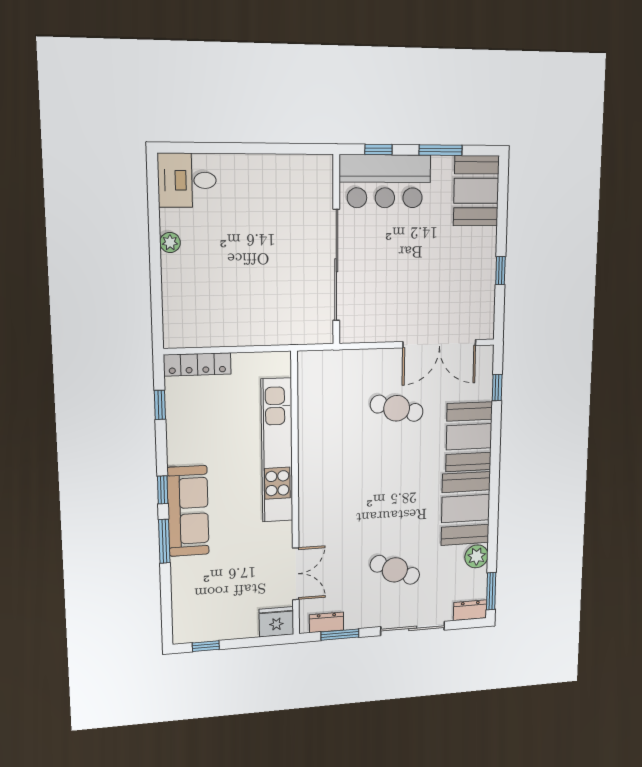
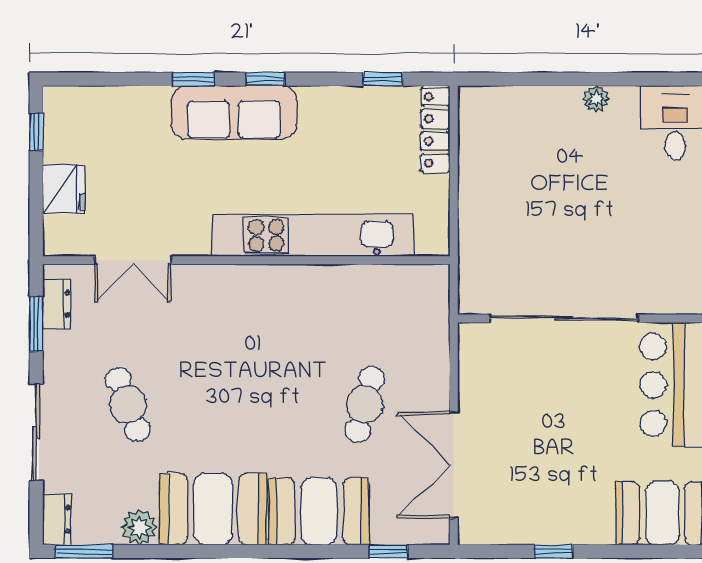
window: (164, 541) -> (193, 79), width x0.67
cafe table: (395, 570) -> (128, 404), turned -45
fridge: (276, 622) -> (64, 189), moved

